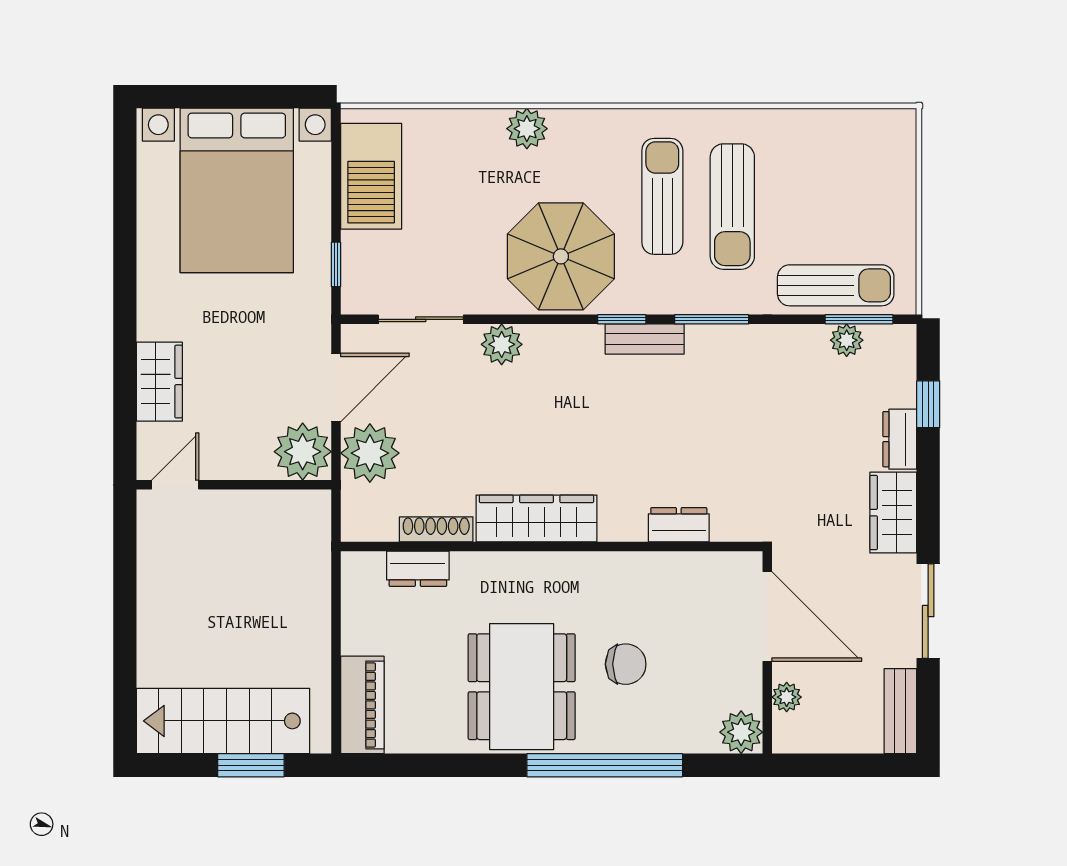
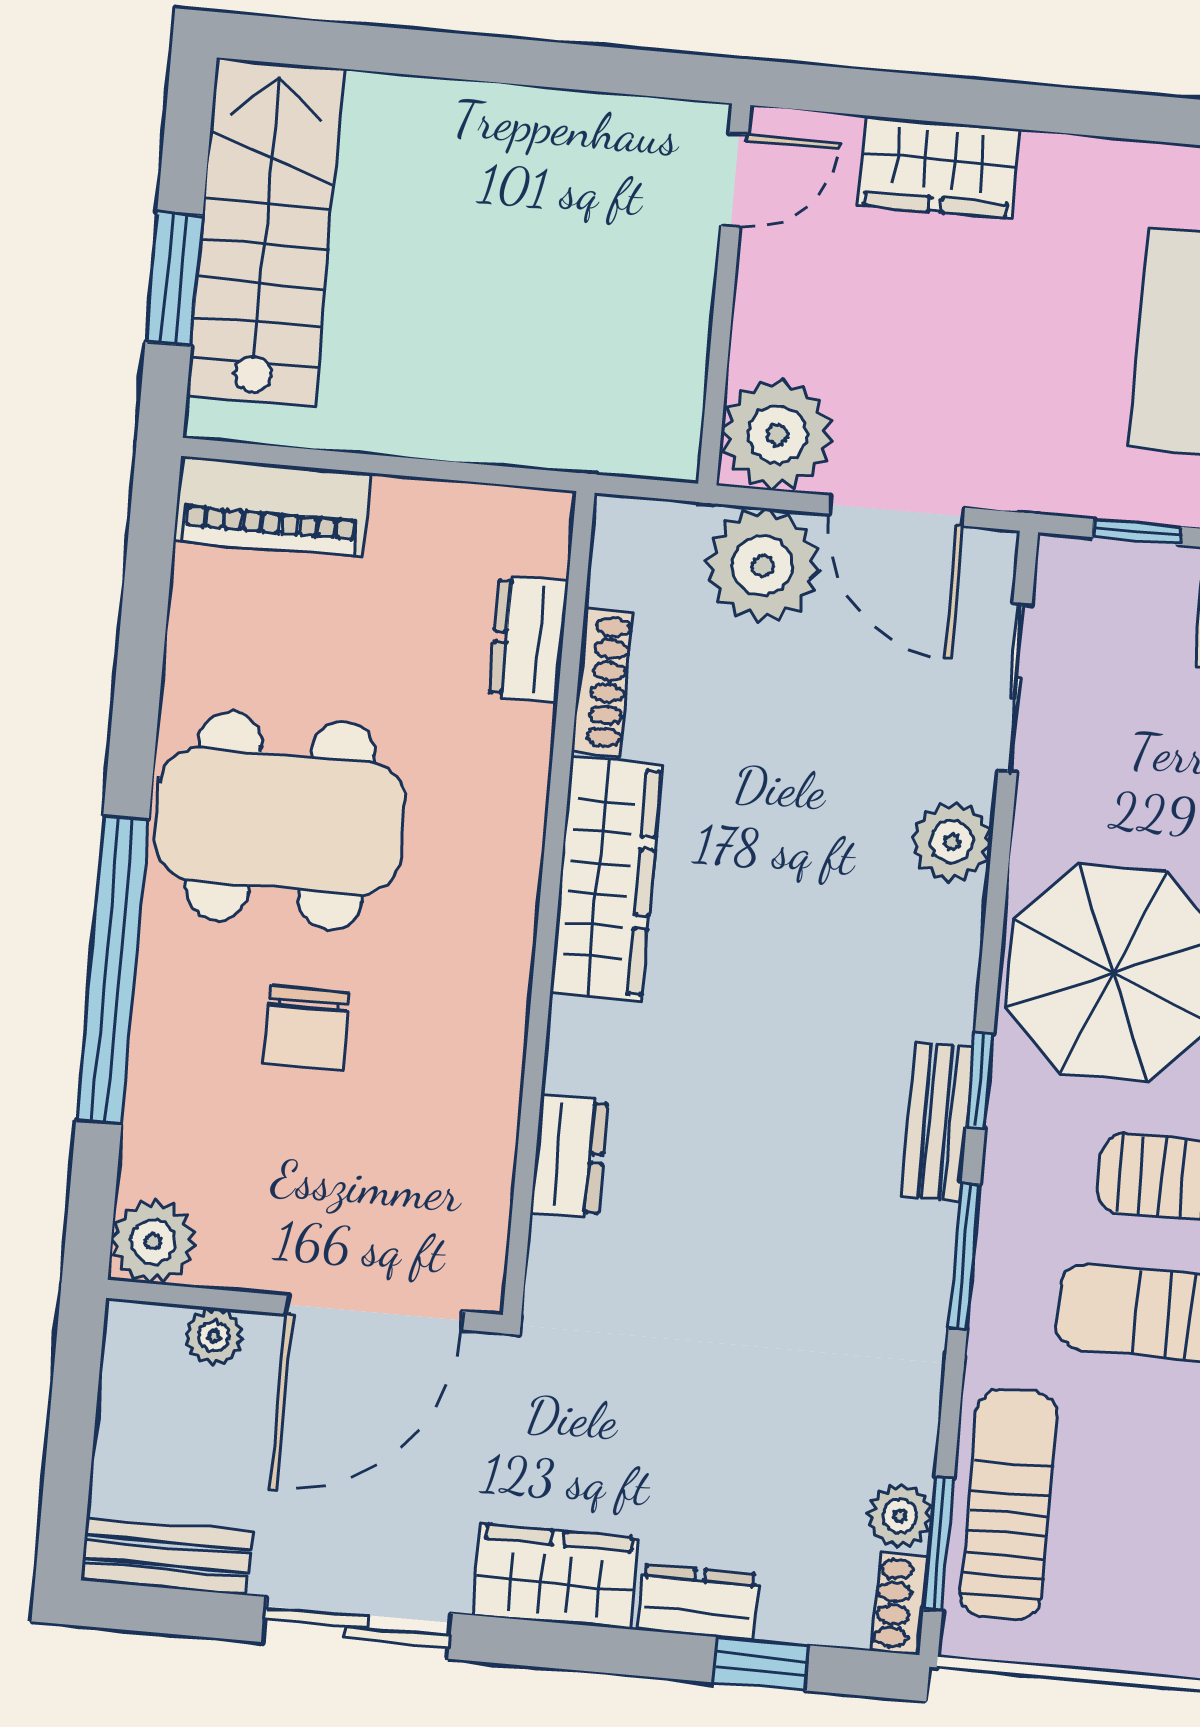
sun lounger: (836, 285) -> (1009, 1504), turned 180
shoe rack: (891, 336) -> (900, 1604), added
door: (175, 485) -> (735, 180), hinge flipped

